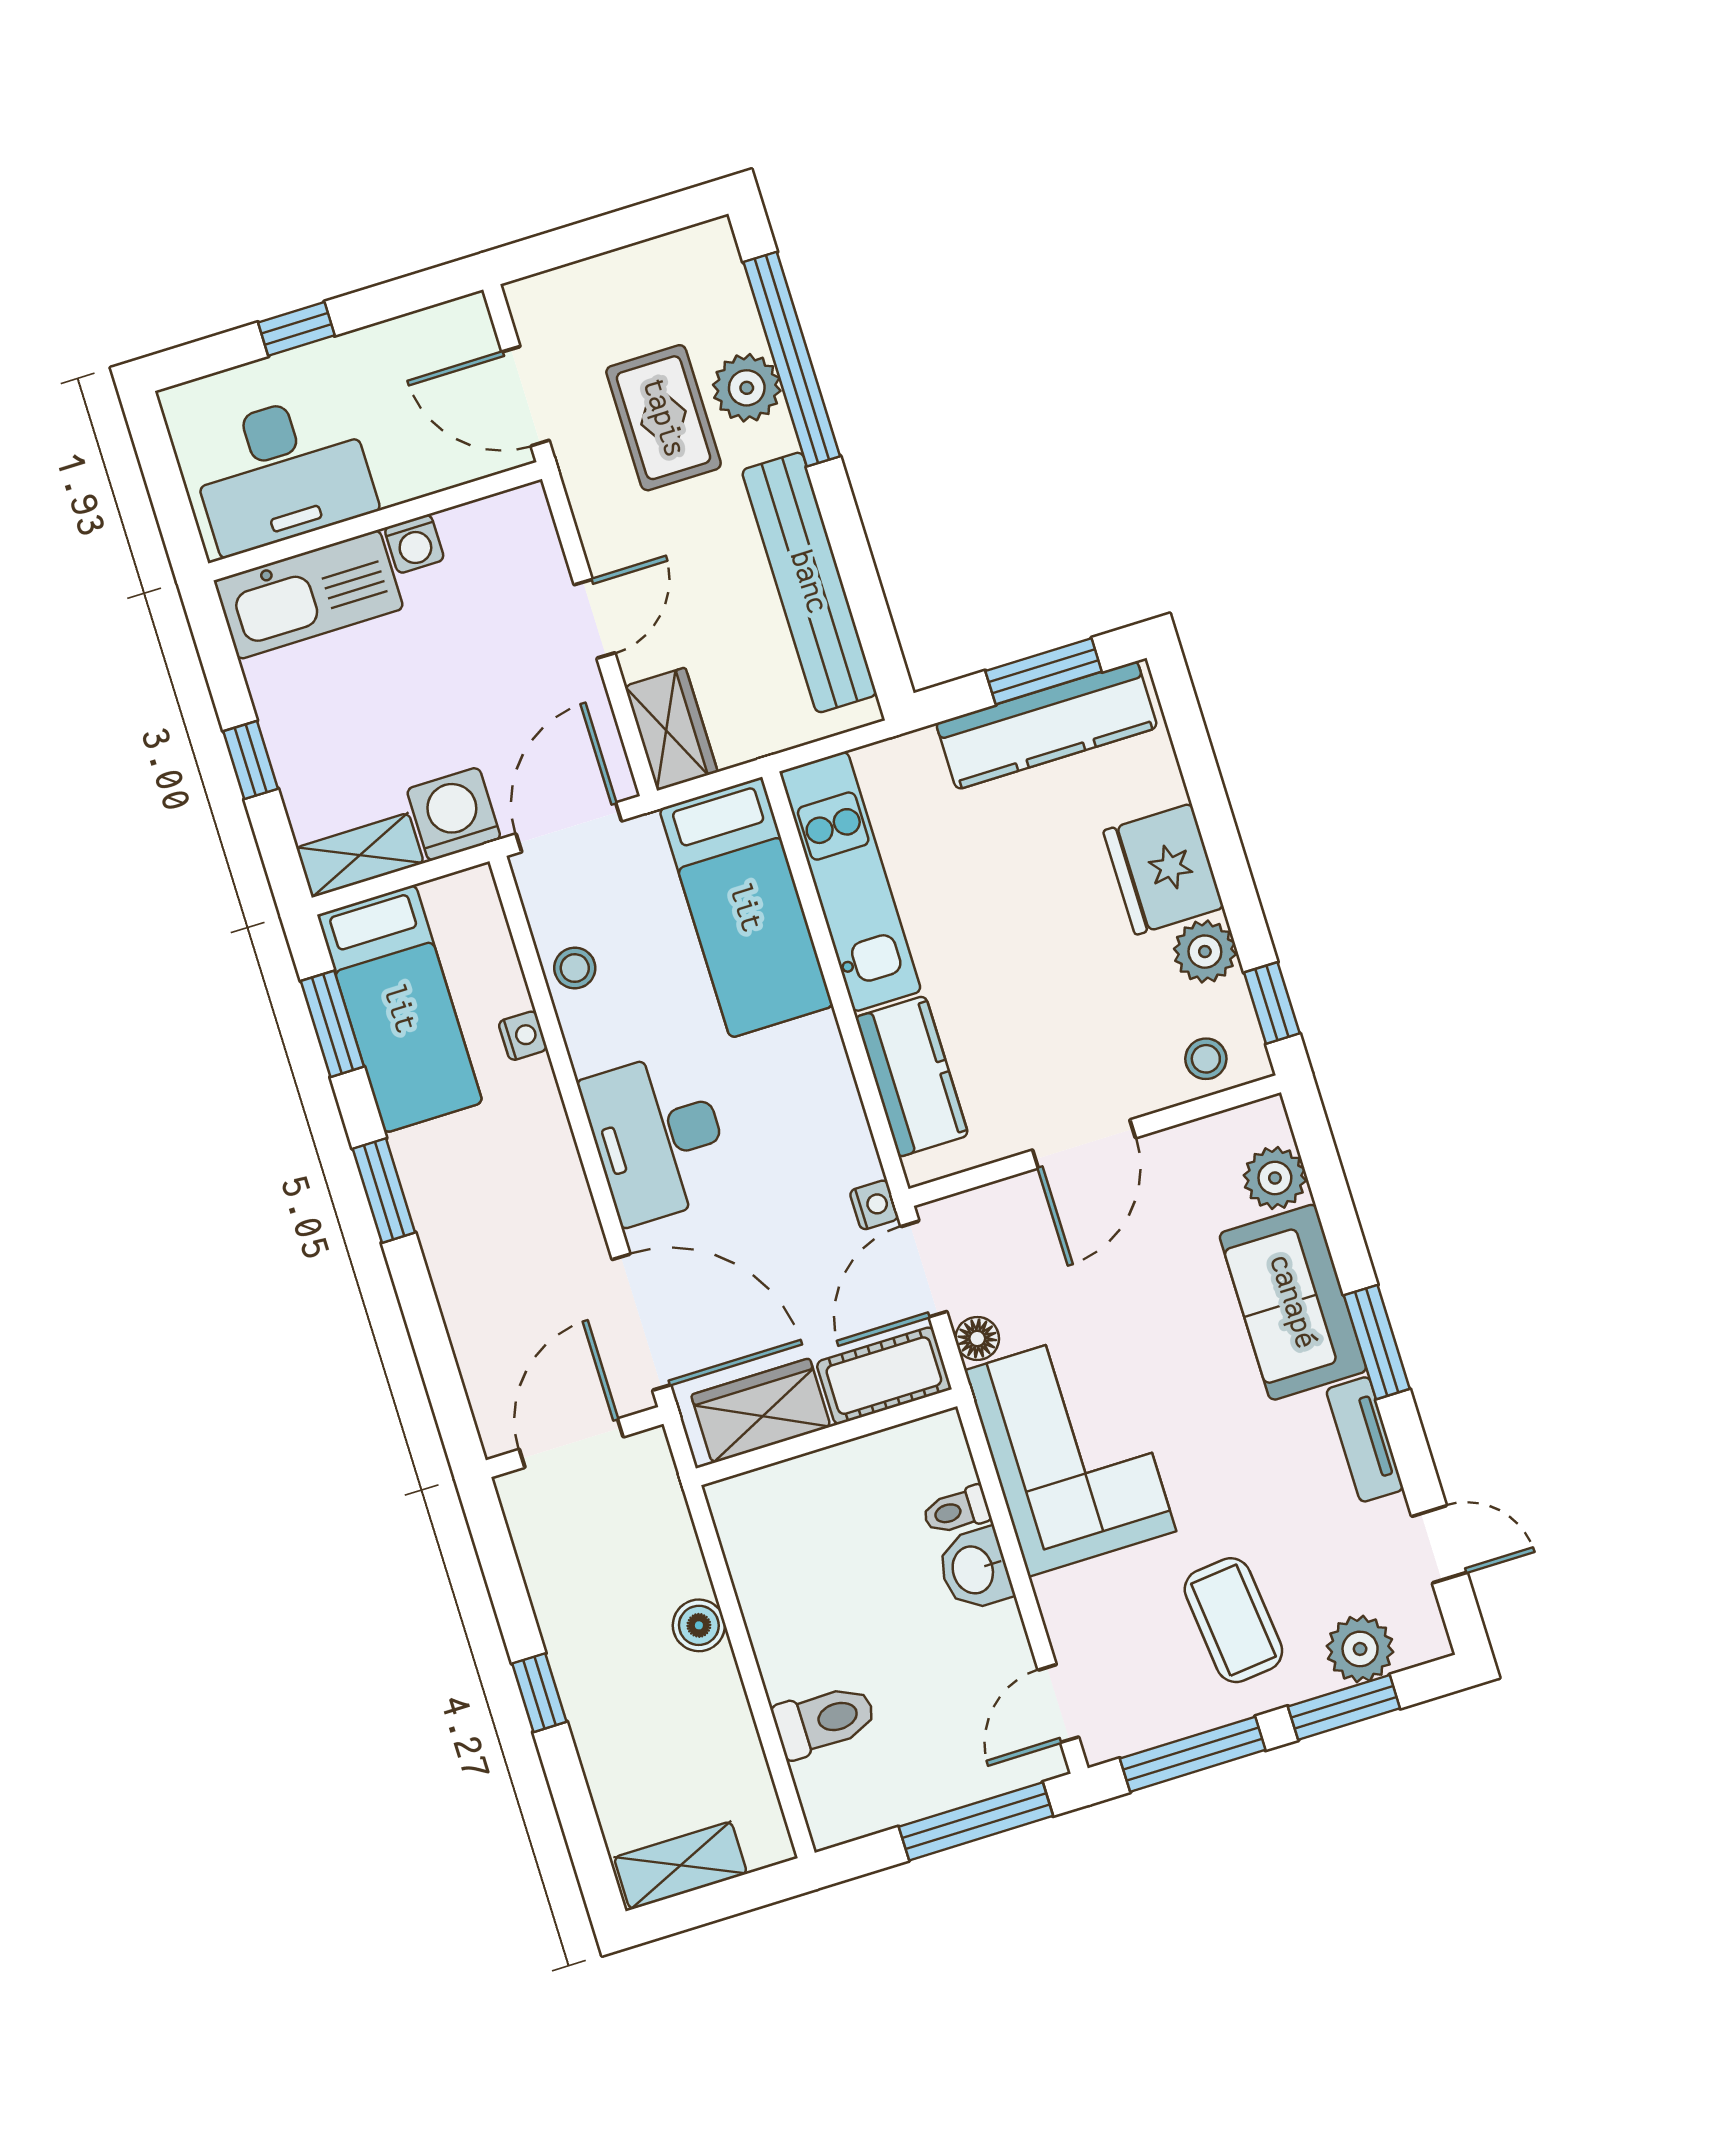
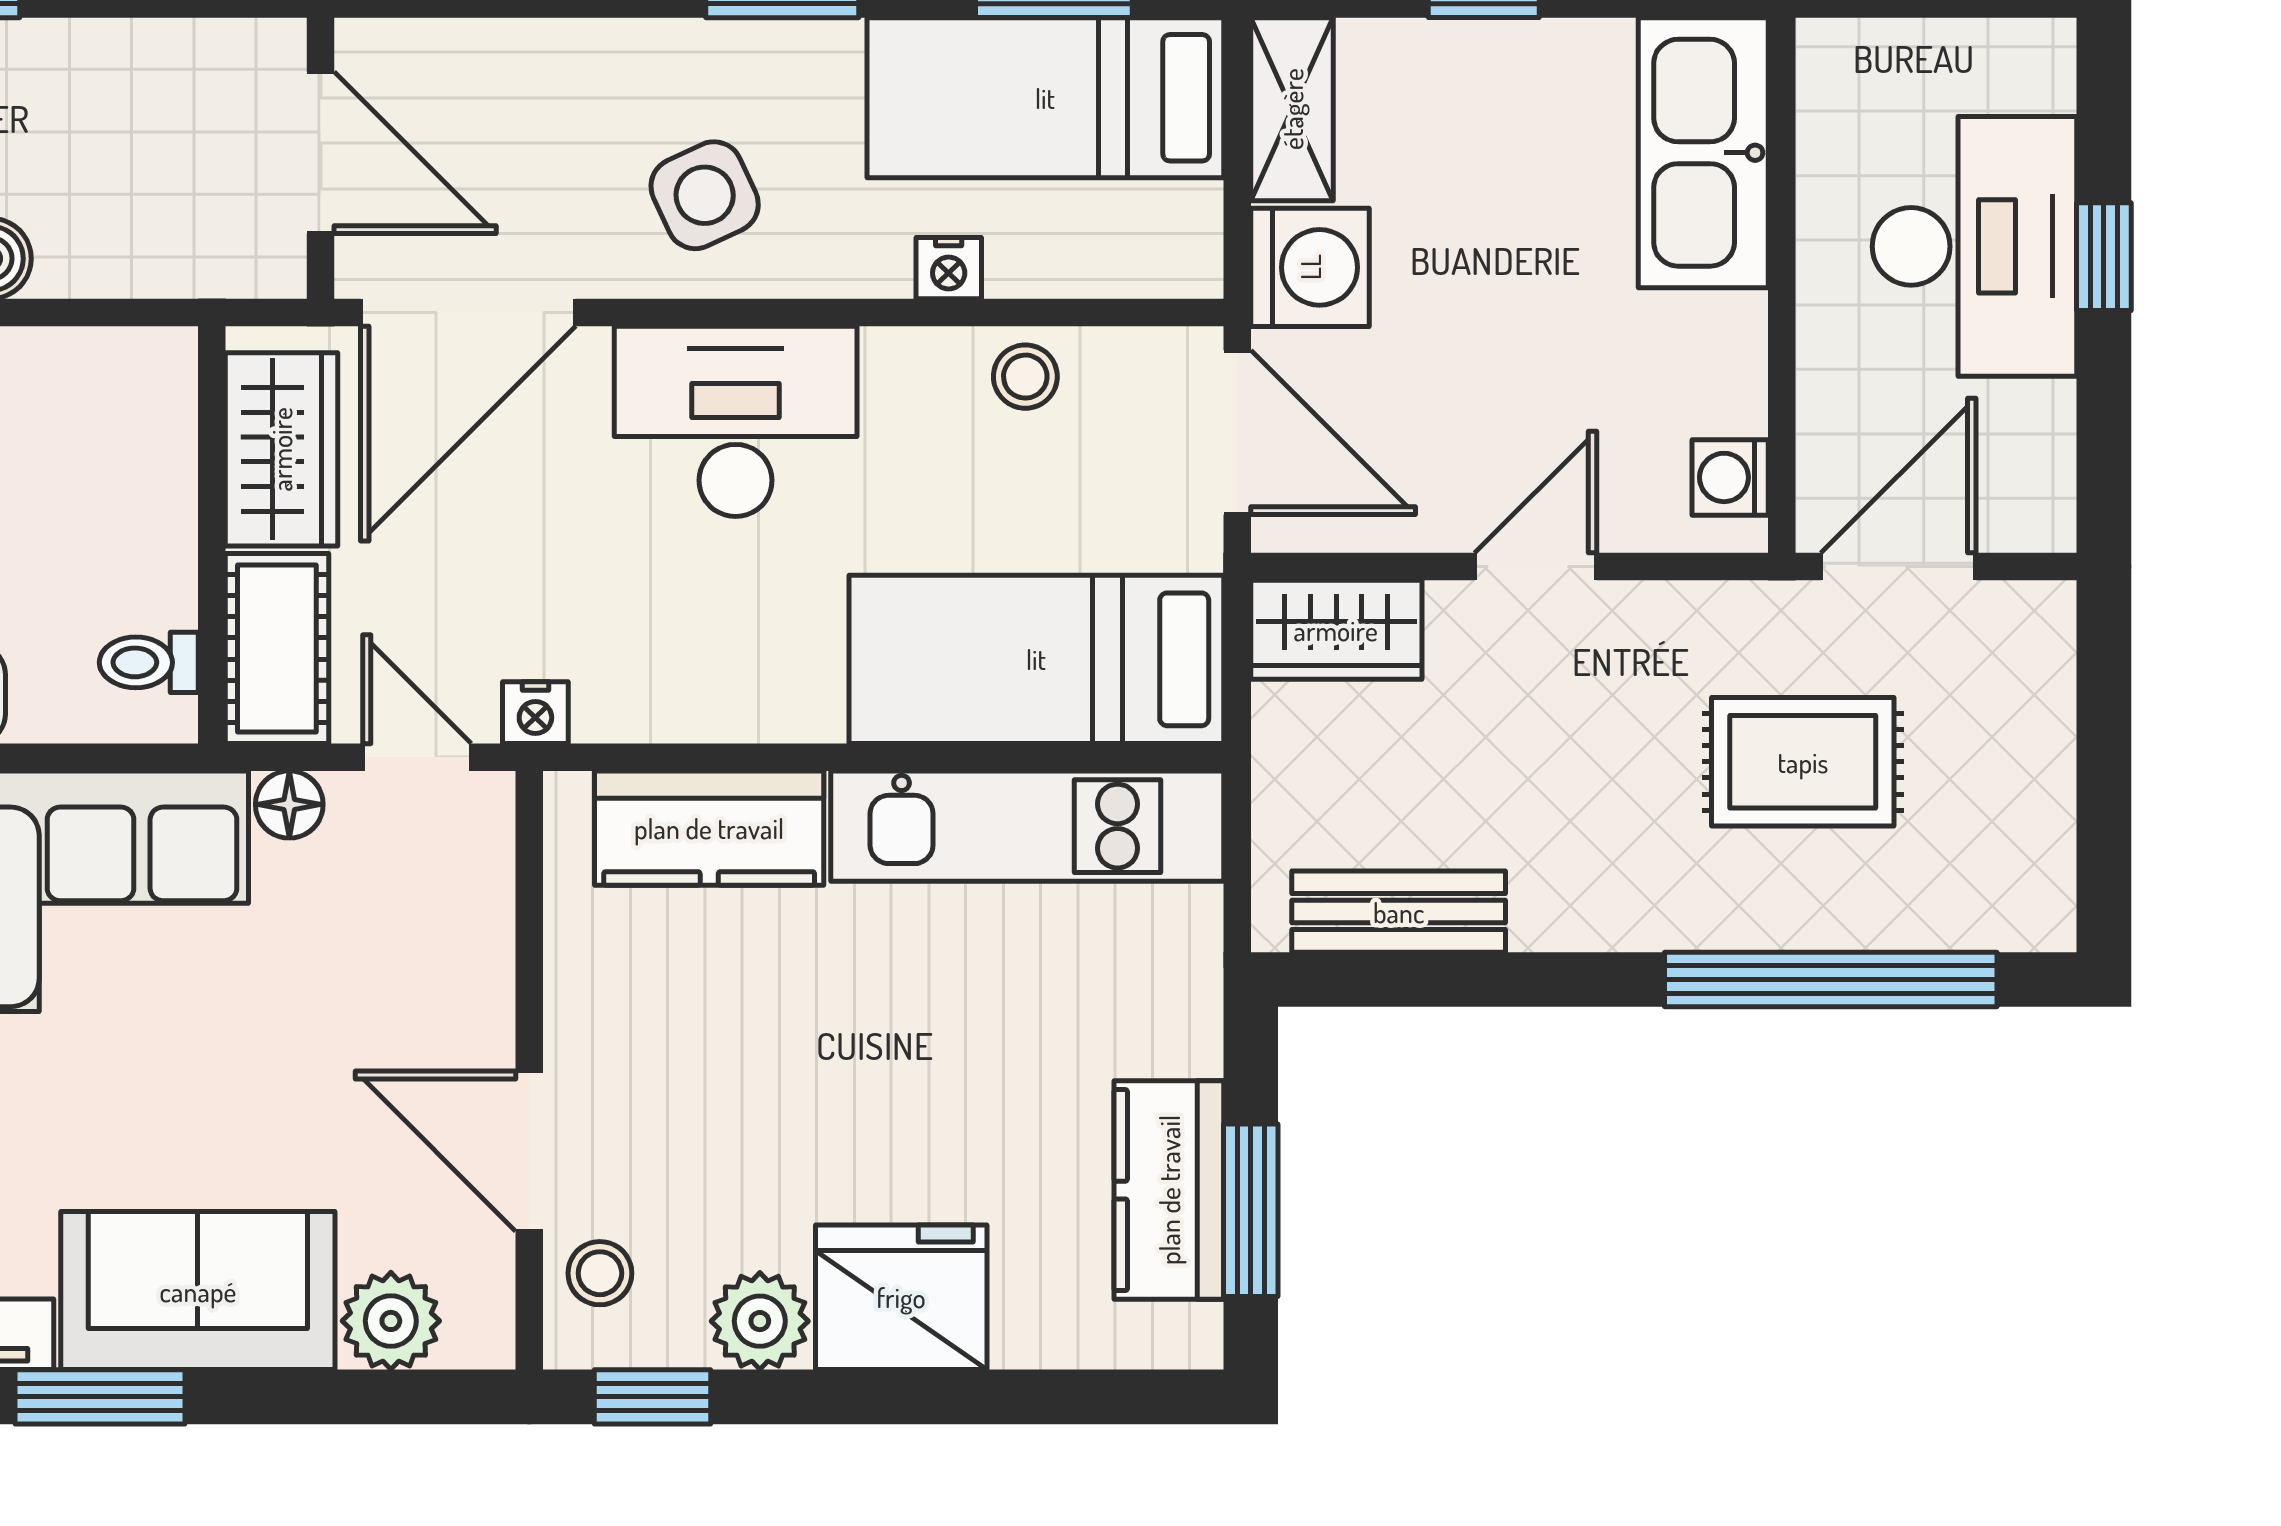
plant: (747, 388) -> (1809, 899), removed
desk: (282, 472) -> (1974, 246), moved, turned 180
washing machine: (414, 544) -> (1730, 477), moved
bench: (809, 582) -> (1399, 912), width x0.54, depth x0.82
door: (594, 619) -> (1536, 567), swing flipped
kitchen counter: (1047, 725) -> (1169, 1190), width x0.67
door: (1084, 1144) -> (529, 1151), moved
side table: (524, 1199) -> (705, 195), added
door: (924, 1269) -> (417, 757), width x0.73
toilet: (956, 1511) -> (149, 662), moved, turned -90

